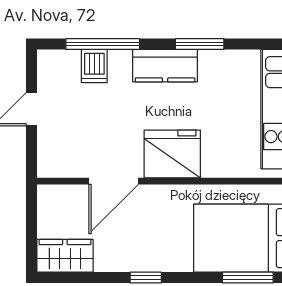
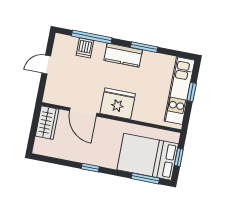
door: (114, 181) -> (83, 112), hinge flipped
wardrobe: (65, 256) -> (47, 123), moved, turned 90

